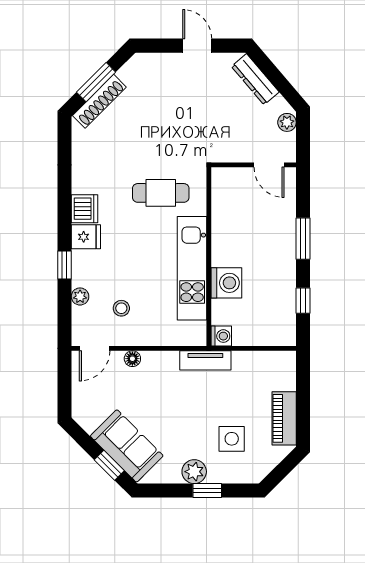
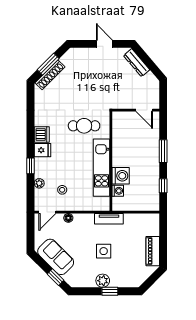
plant: (287, 122) -> (154, 87), removed
washing machine: (221, 336) -> (118, 191), moved
side table: (232, 439) -> (104, 251), moved
sofa: (127, 446) -> (56, 257), moved

